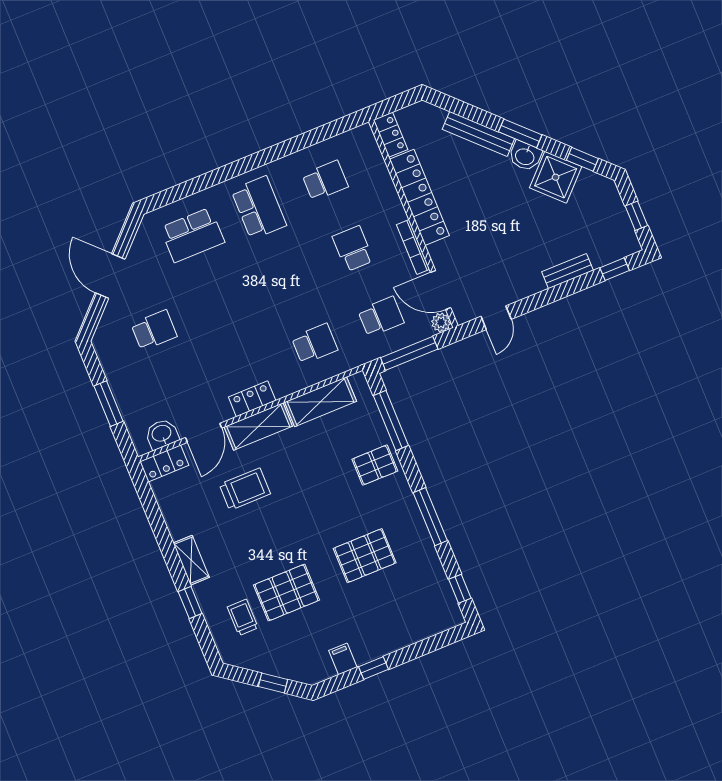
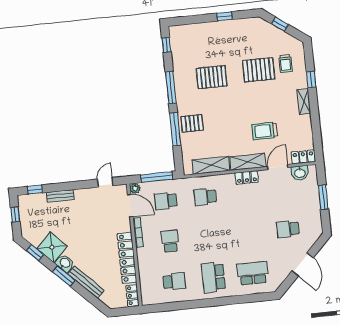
school desk: (325, 181) -> (174, 281), turned 180
school desk: (353, 249) -> (170, 241), turned 180
window: (391, 420) -> (175, 129), moved
filing cabinet: (343, 659) -> (239, 26), removed

